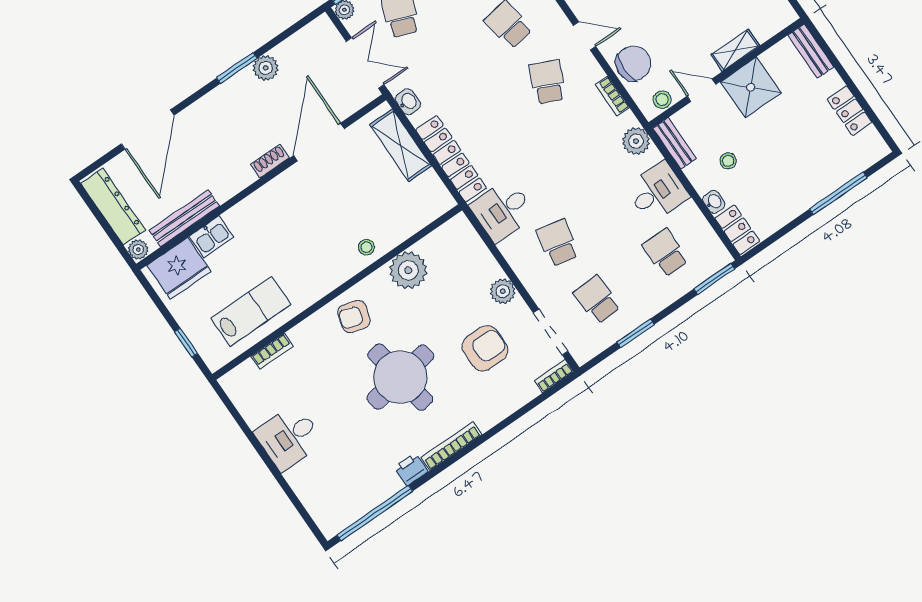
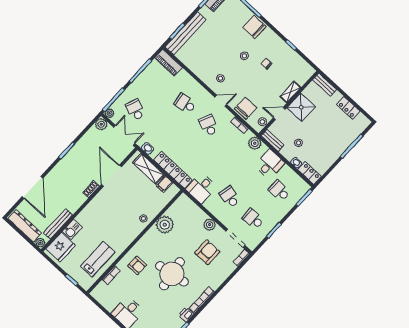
plant: (266, 68) -> (101, 124), moved
filing cabinet: (427, 185) -> (164, 184), added
armchair: (354, 316) -> (137, 265), moved, turned -106

